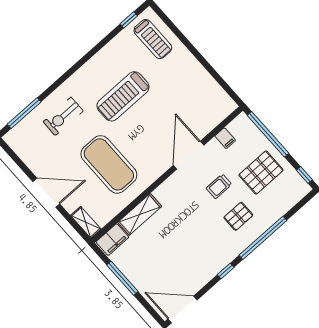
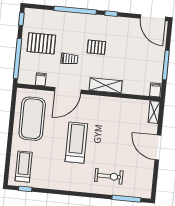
treadmill: (123, 96) -> (76, 143), moved, turned -90
exercise mat: (109, 164) -> (32, 119), moved
shelving: (140, 214) -> (106, 86), moved
pallet: (238, 216) -> (96, 47), moved
filing cabinet: (112, 240) -> (155, 90), width x0.50

